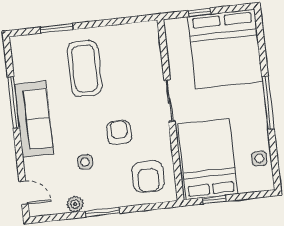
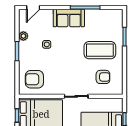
sofa: (34, 119) -> (69, 18), width x0.73
armchair: (119, 132) -> (103, 77), moved

